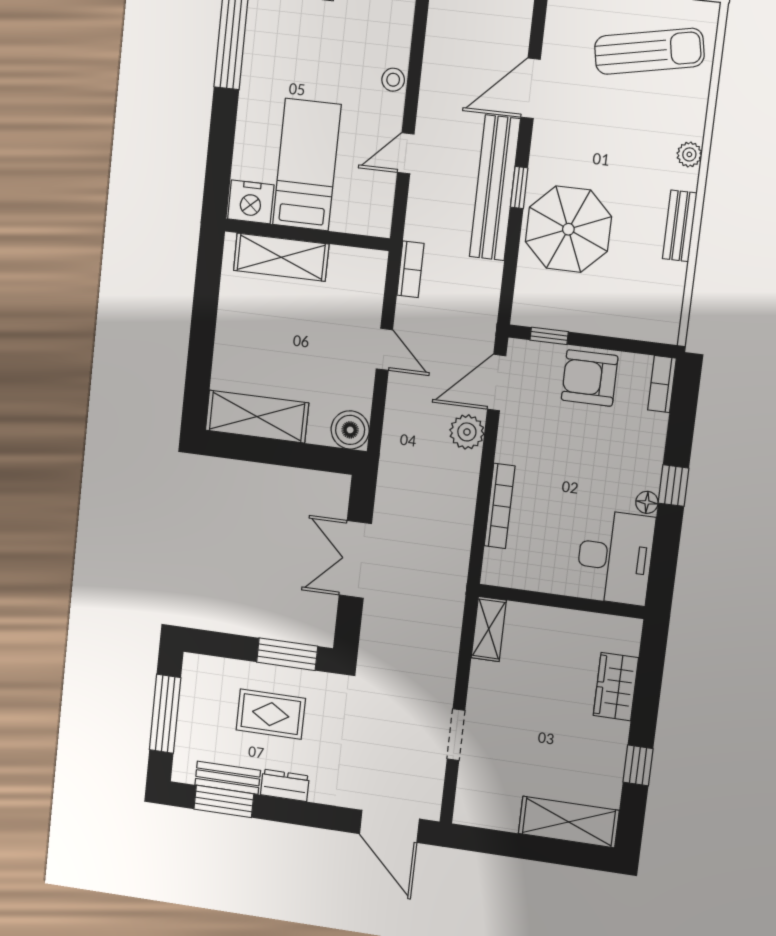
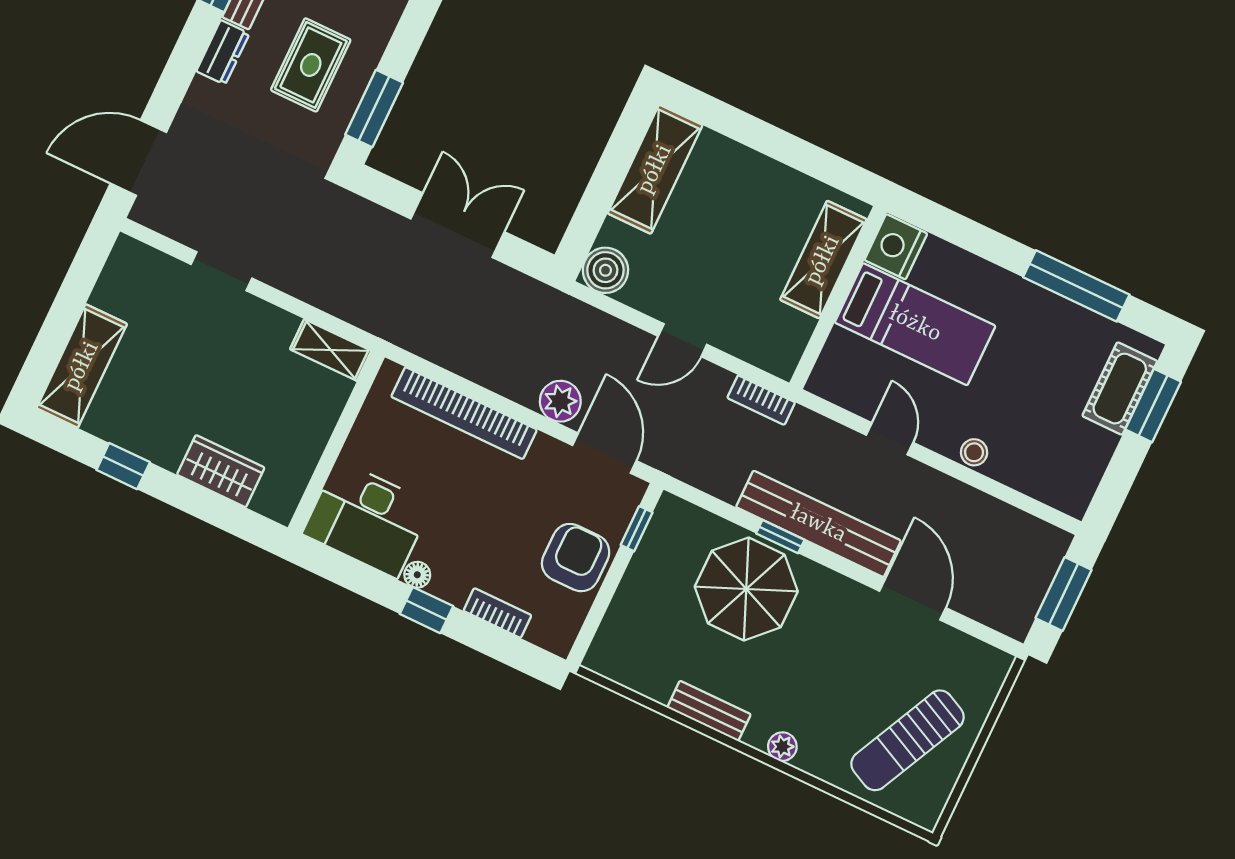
sun lounger: (649, 51) -> (908, 740), turned 37
window: (519, 188) -> (780, 537), moved
bookcase: (662, 384) -> (497, 613), moved
bookcase: (500, 506) -> (464, 413), width x1.48, depth x1.31

